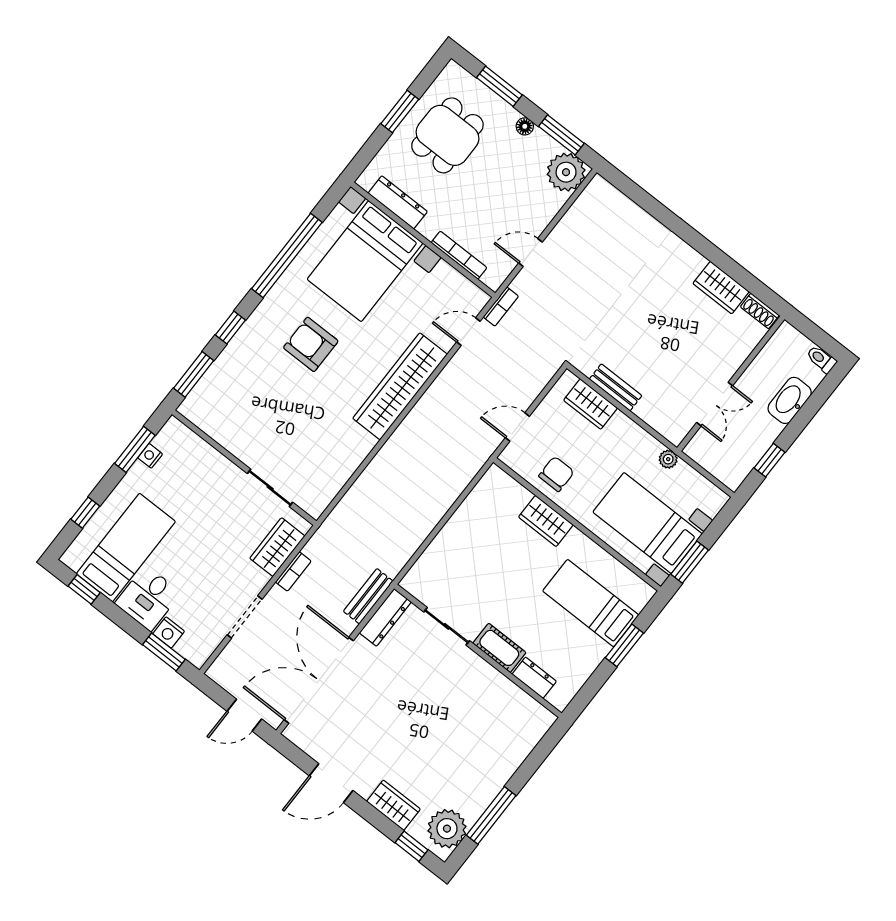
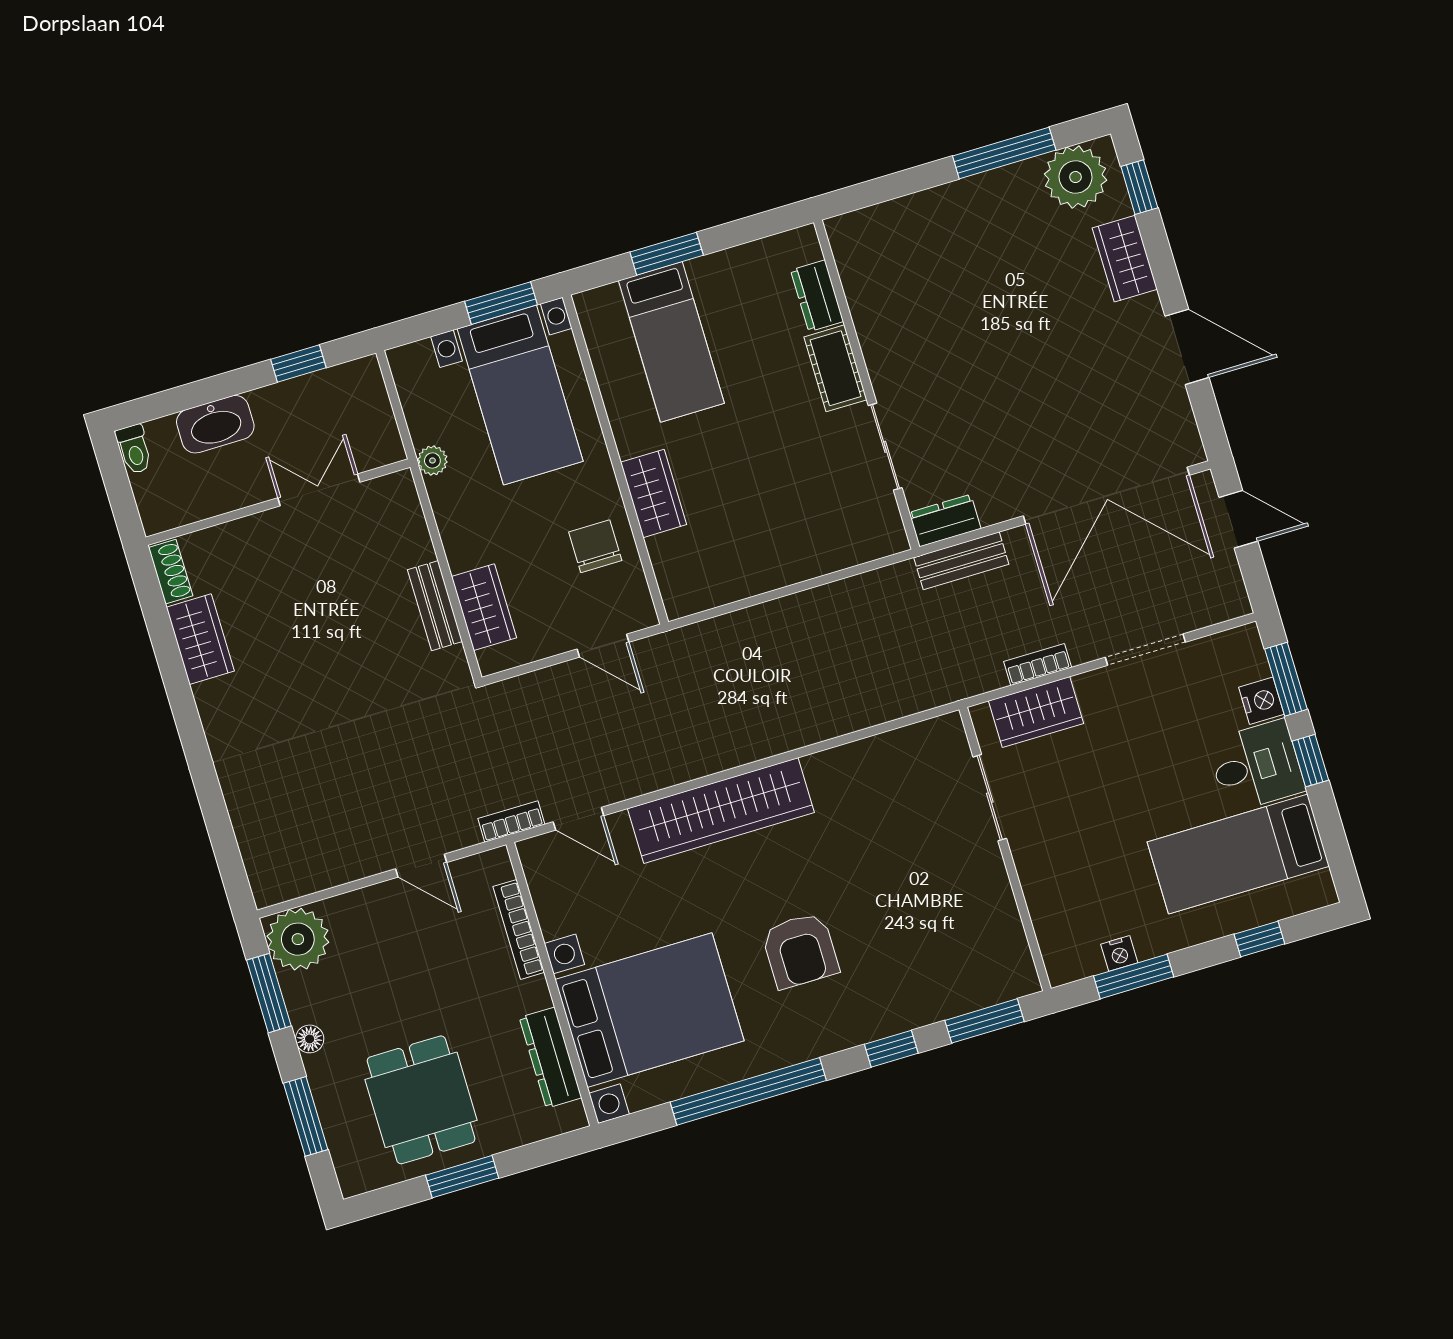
dining table: (447, 135) -> (421, 1100), turned 90
chair: (556, 474) -> (595, 546), turned 90
window: (84, 589) -> (1310, 761), moved
dresser: (385, 617) -> (945, 521), width x0.70

